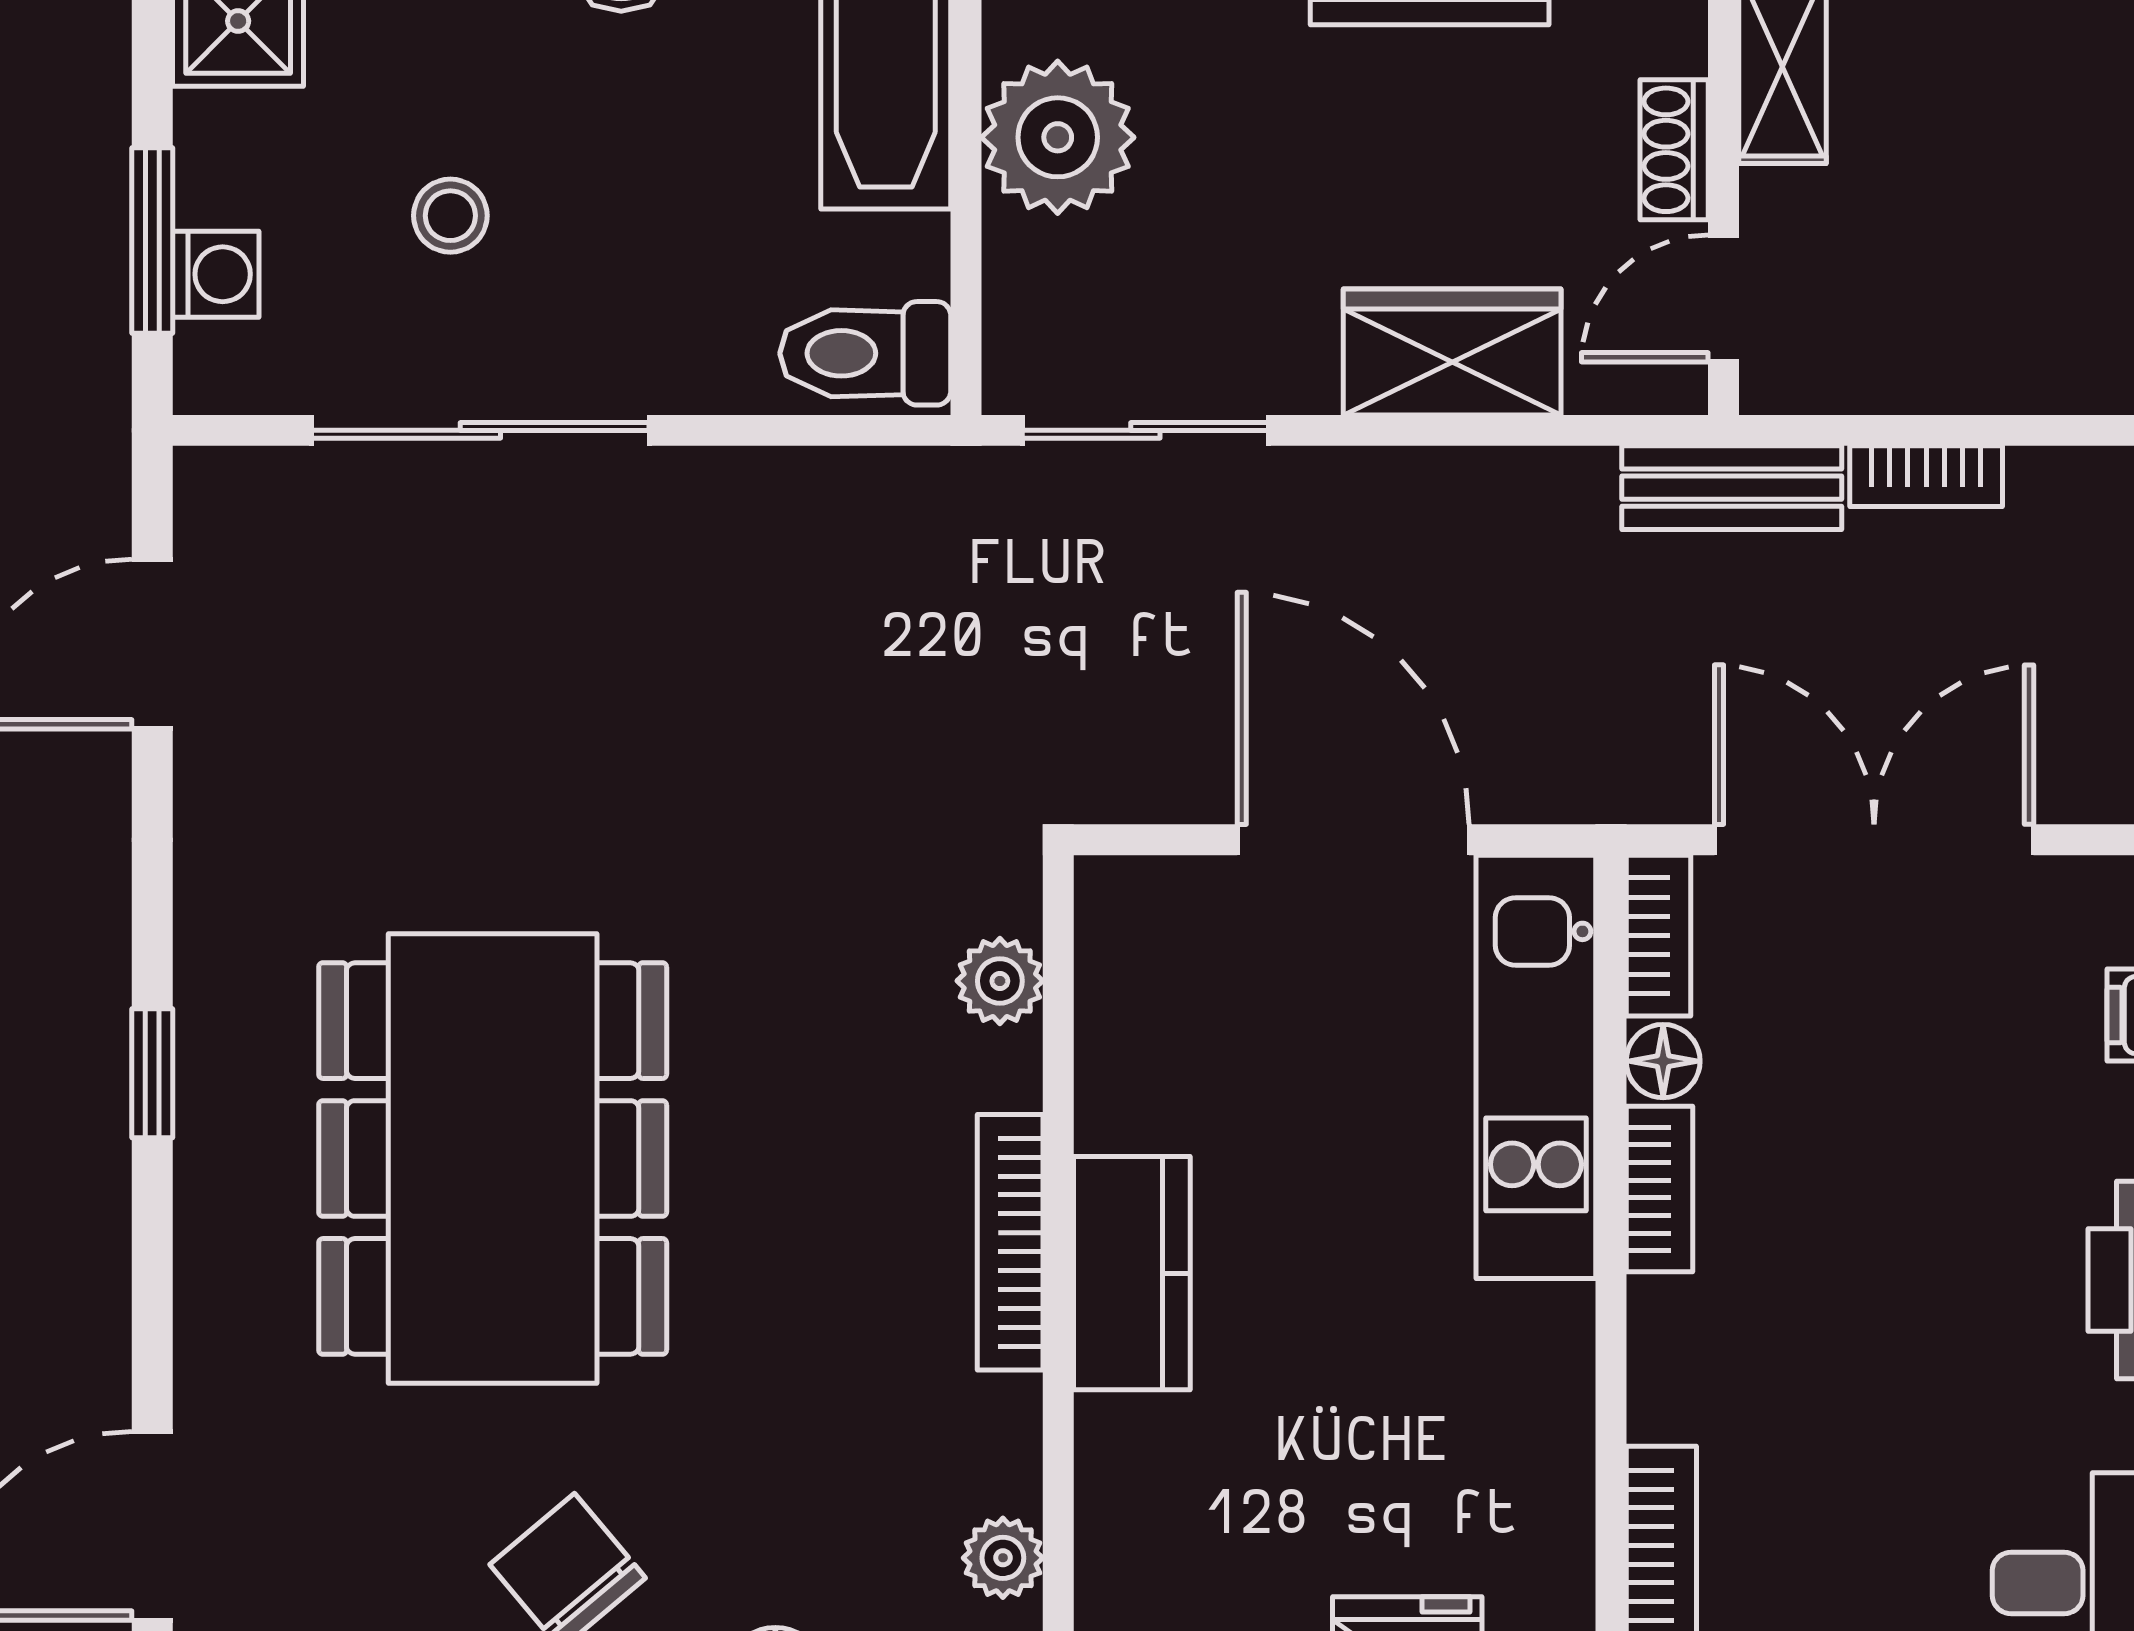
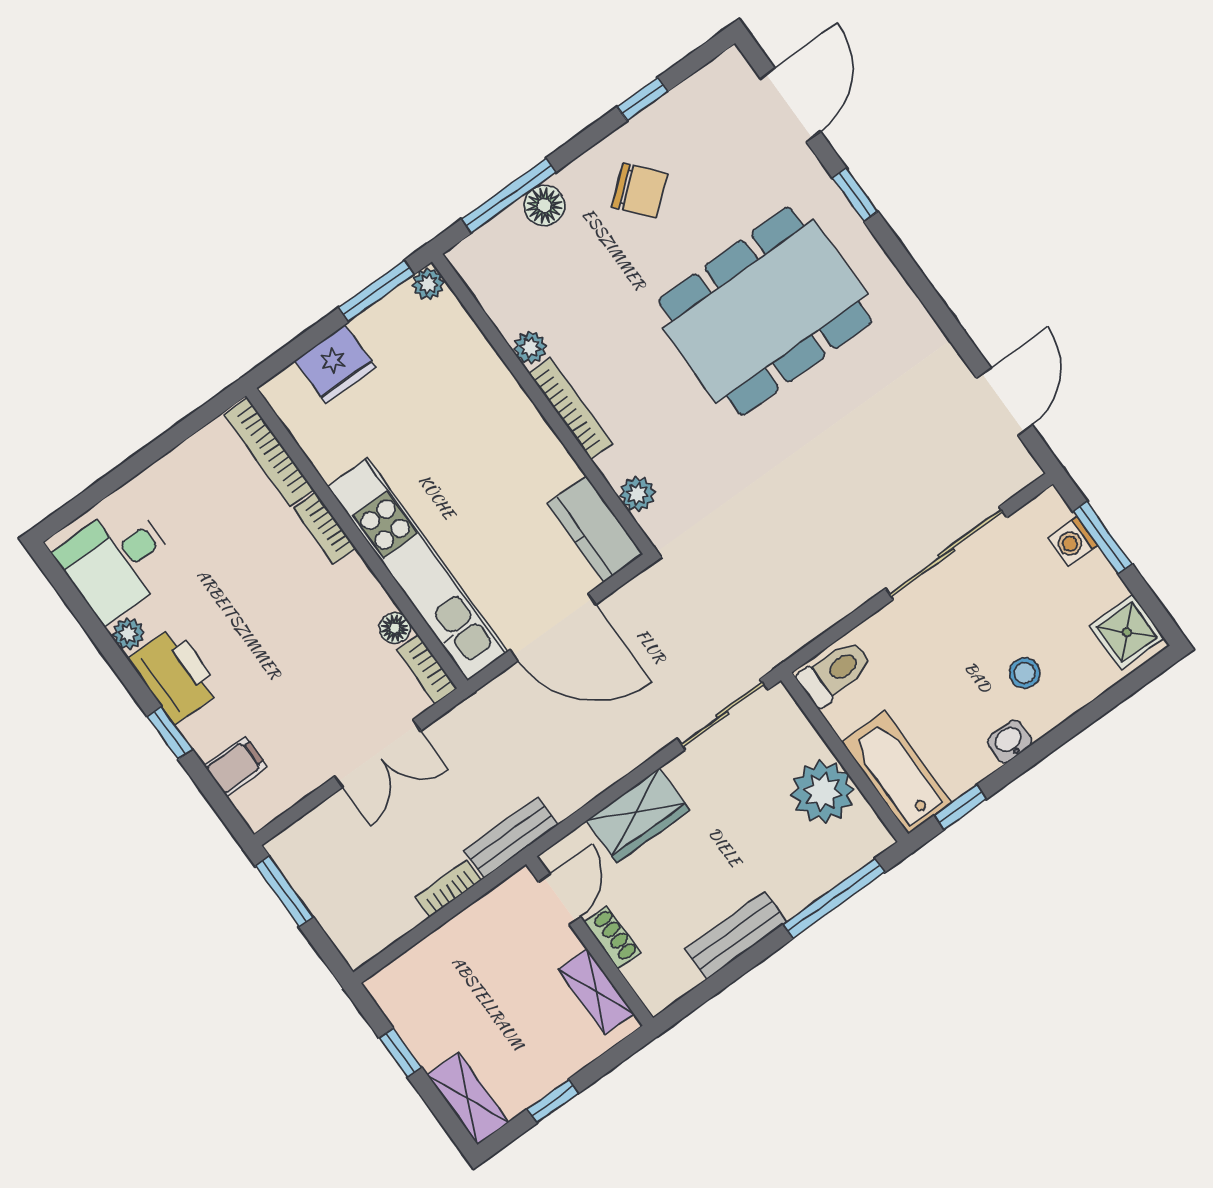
stool: (450, 216) -> (1025, 673), moved
double door: (1874, 840) -> (378, 754), width x0.73
kitchen unit: (1536, 1067) -> (417, 569), width x1.36
window: (152, 1073) -> (855, 195), moved
dining table: (493, 1159) -> (765, 311), turned 90
bookcase: (1659, 1189) -> (325, 528), moved
kitchen counter: (1132, 1273) -> (595, 529), moved
plant: (1003, 1558) -> (530, 348), moved

